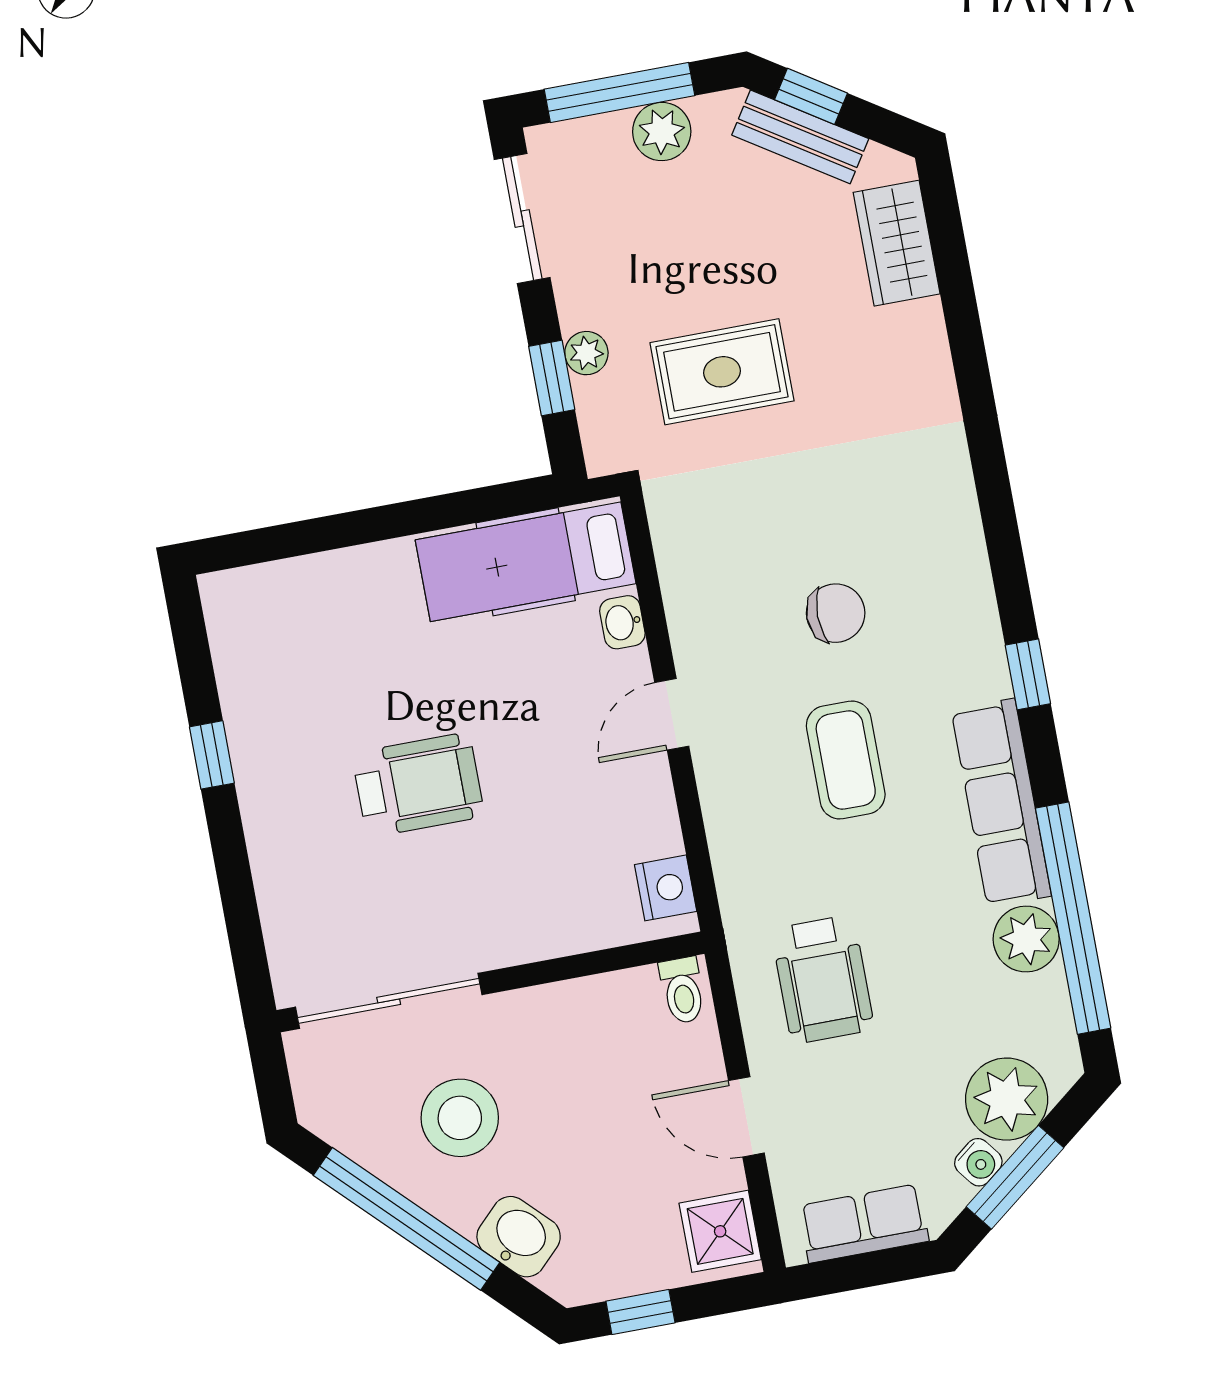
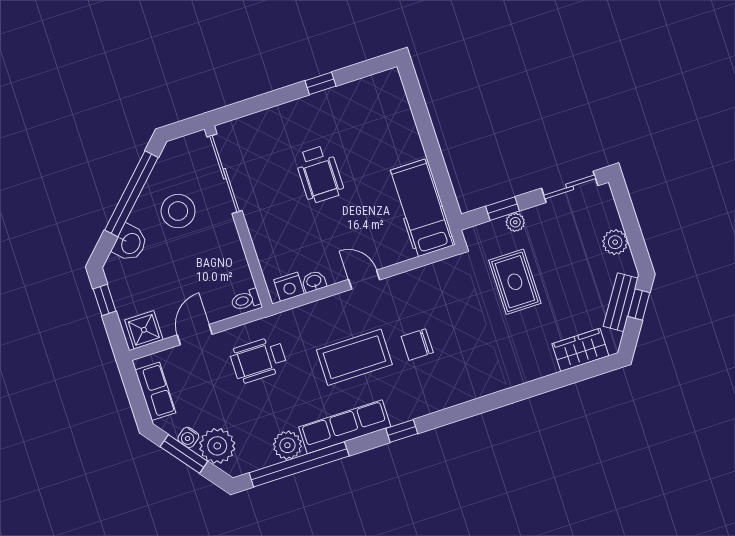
window: (619, 92) -> (630, 222), removed
chair: (836, 613) -> (417, 345), turned 90
washbasin: (622, 622) -> (314, 281), moved
coffee table: (846, 760) -> (354, 357), width x1.36, depth x1.32

